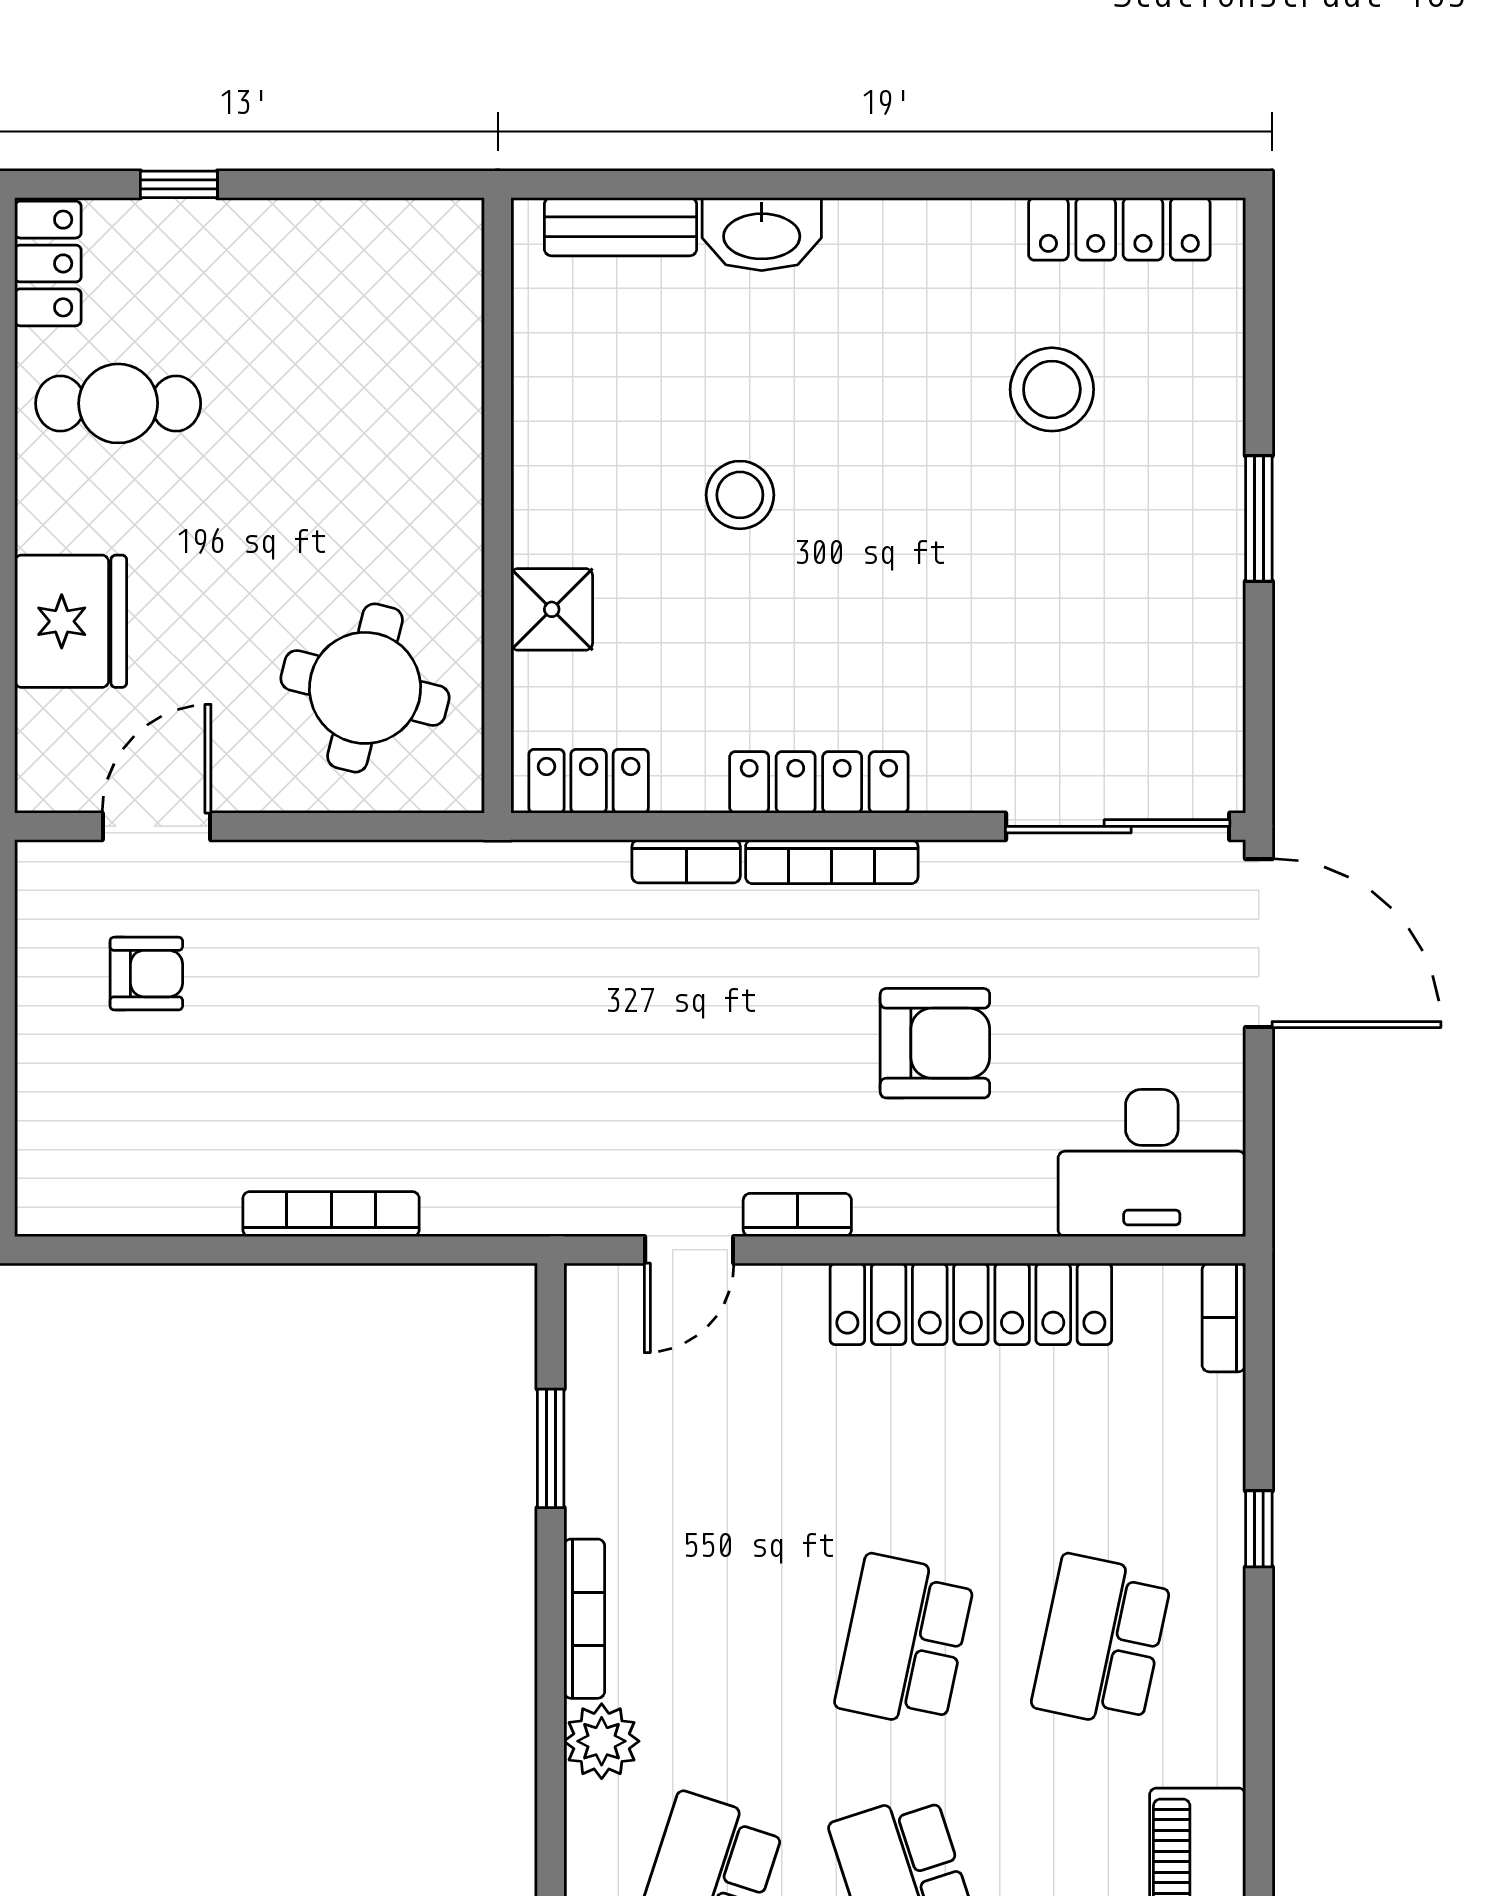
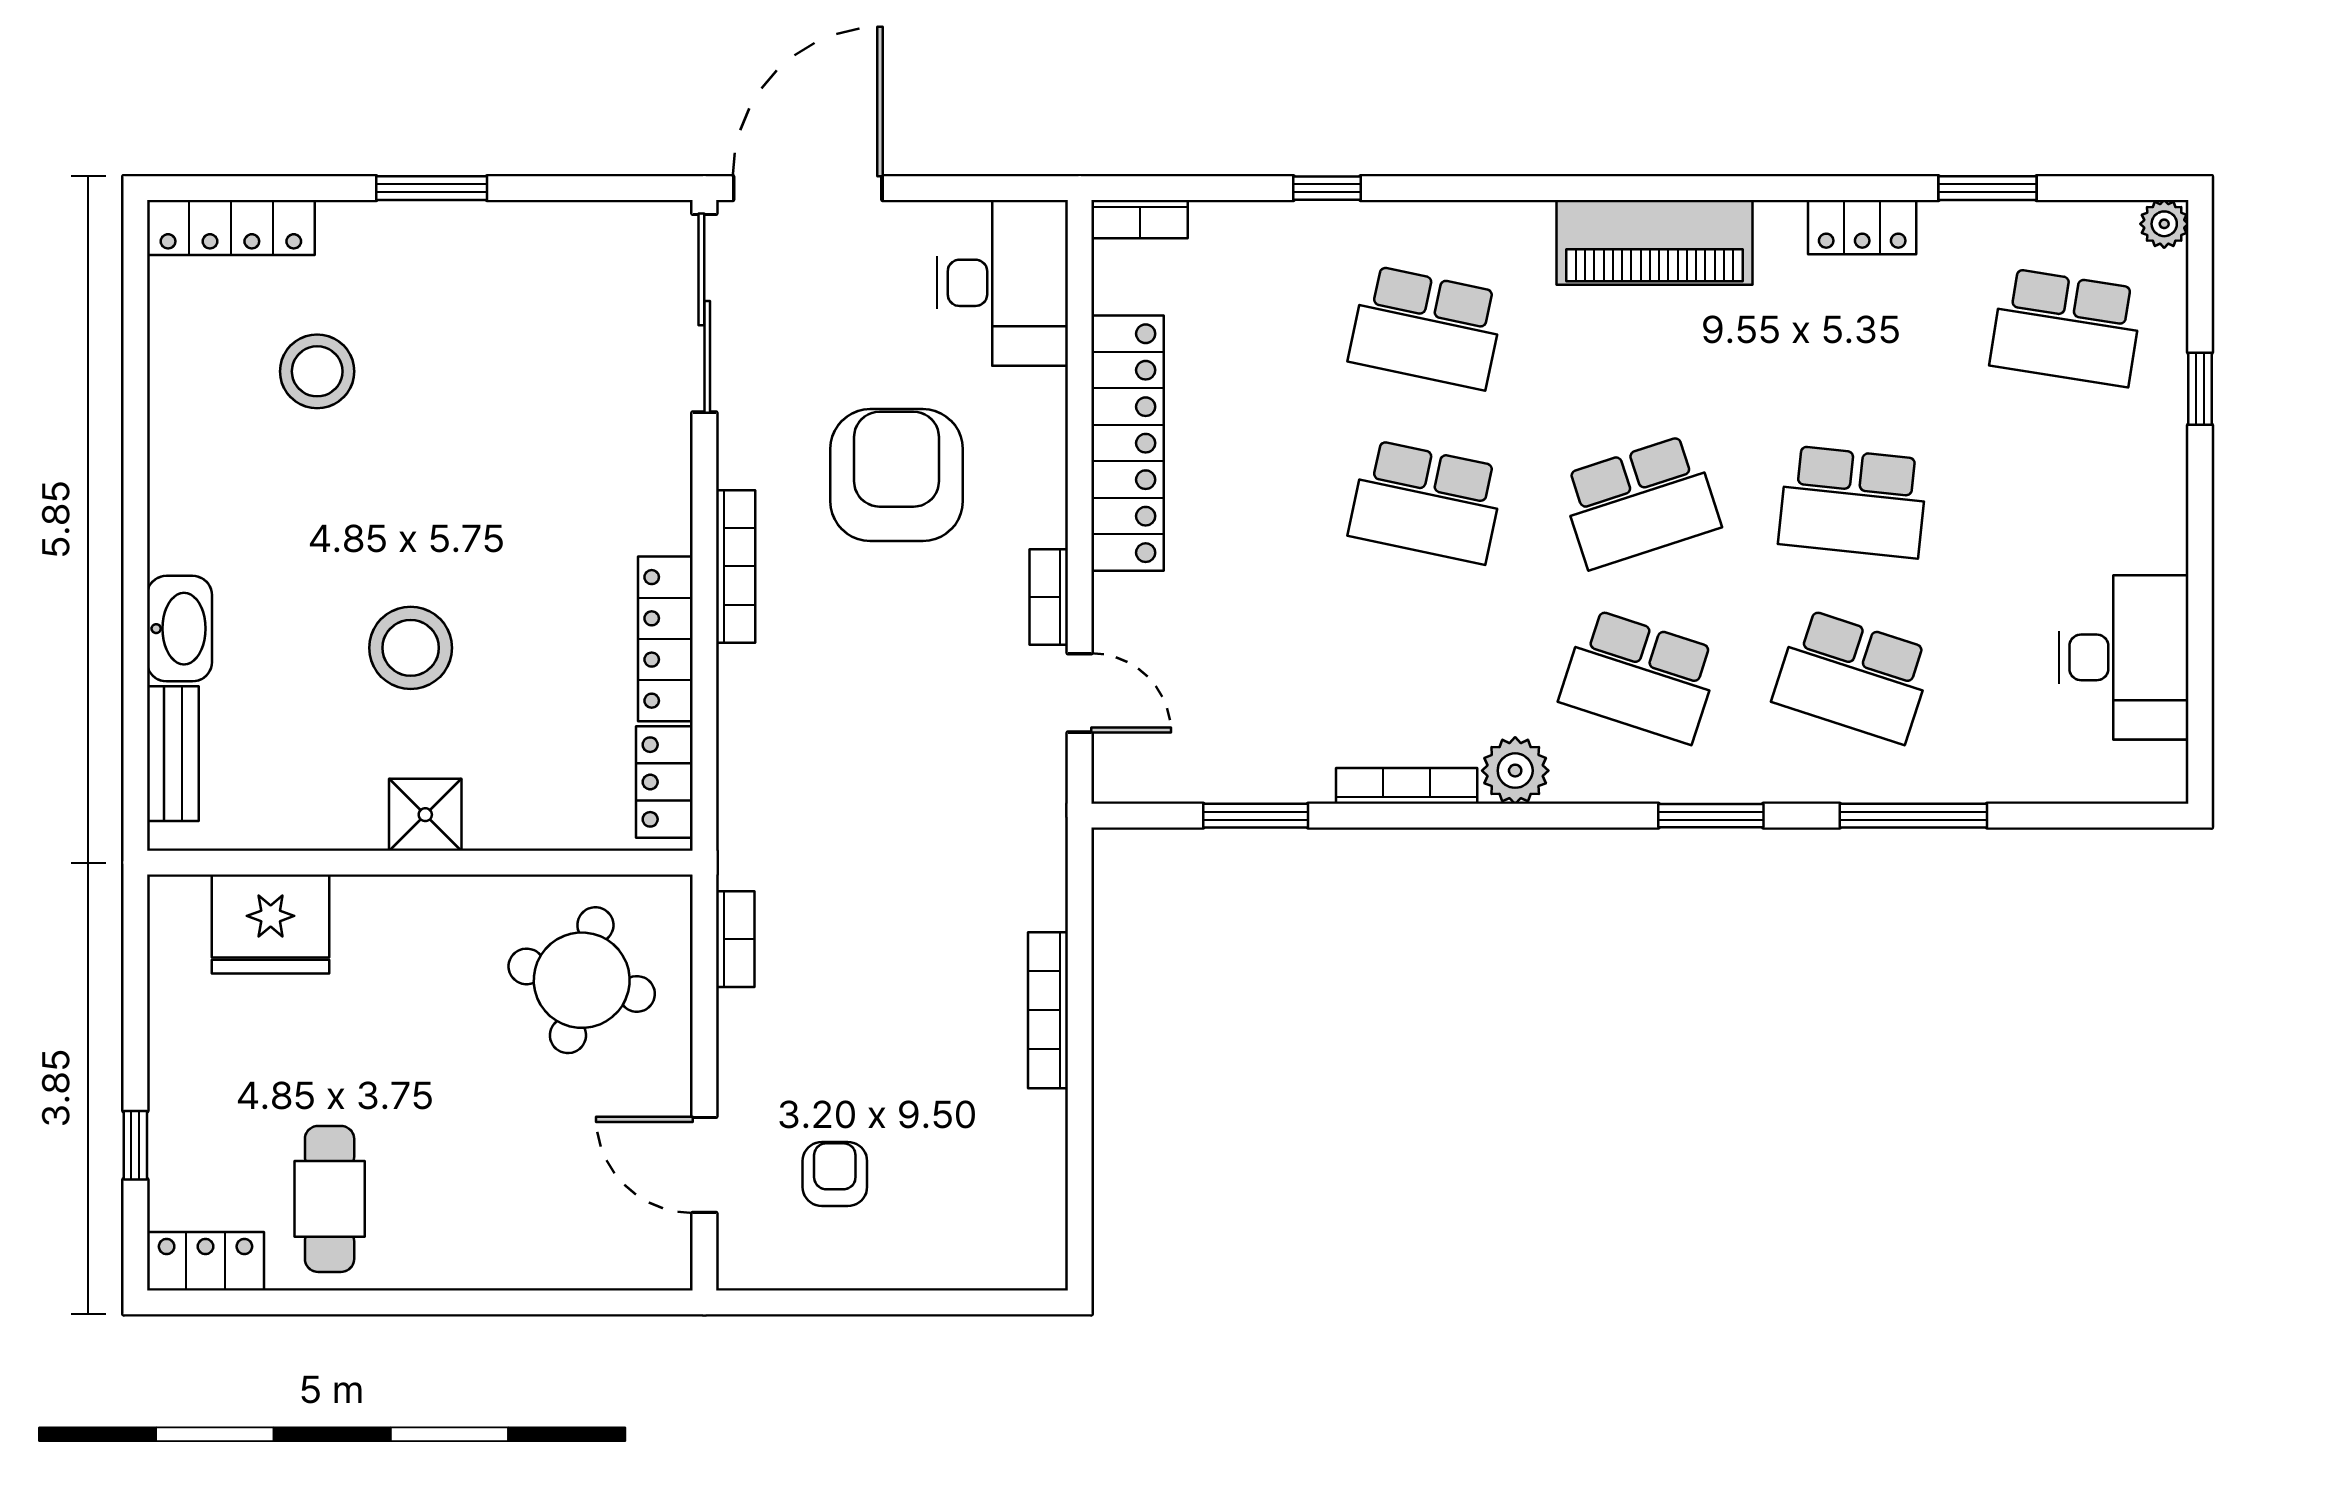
locker: (1119, 229) -> (231, 228), moved, turned 90
stool: (740, 495) -> (411, 648), width x1.38, depth x1.38
shower: (552, 609) -> (425, 815), moved
fridge: (71, 621) -> (271, 924), moved, turned 180
locker: (819, 782) -> (665, 639), moved
bookcase: (686, 861) -> (735, 939), moved
armchair: (935, 1043) -> (897, 475), width x1.36, depth x1.36

